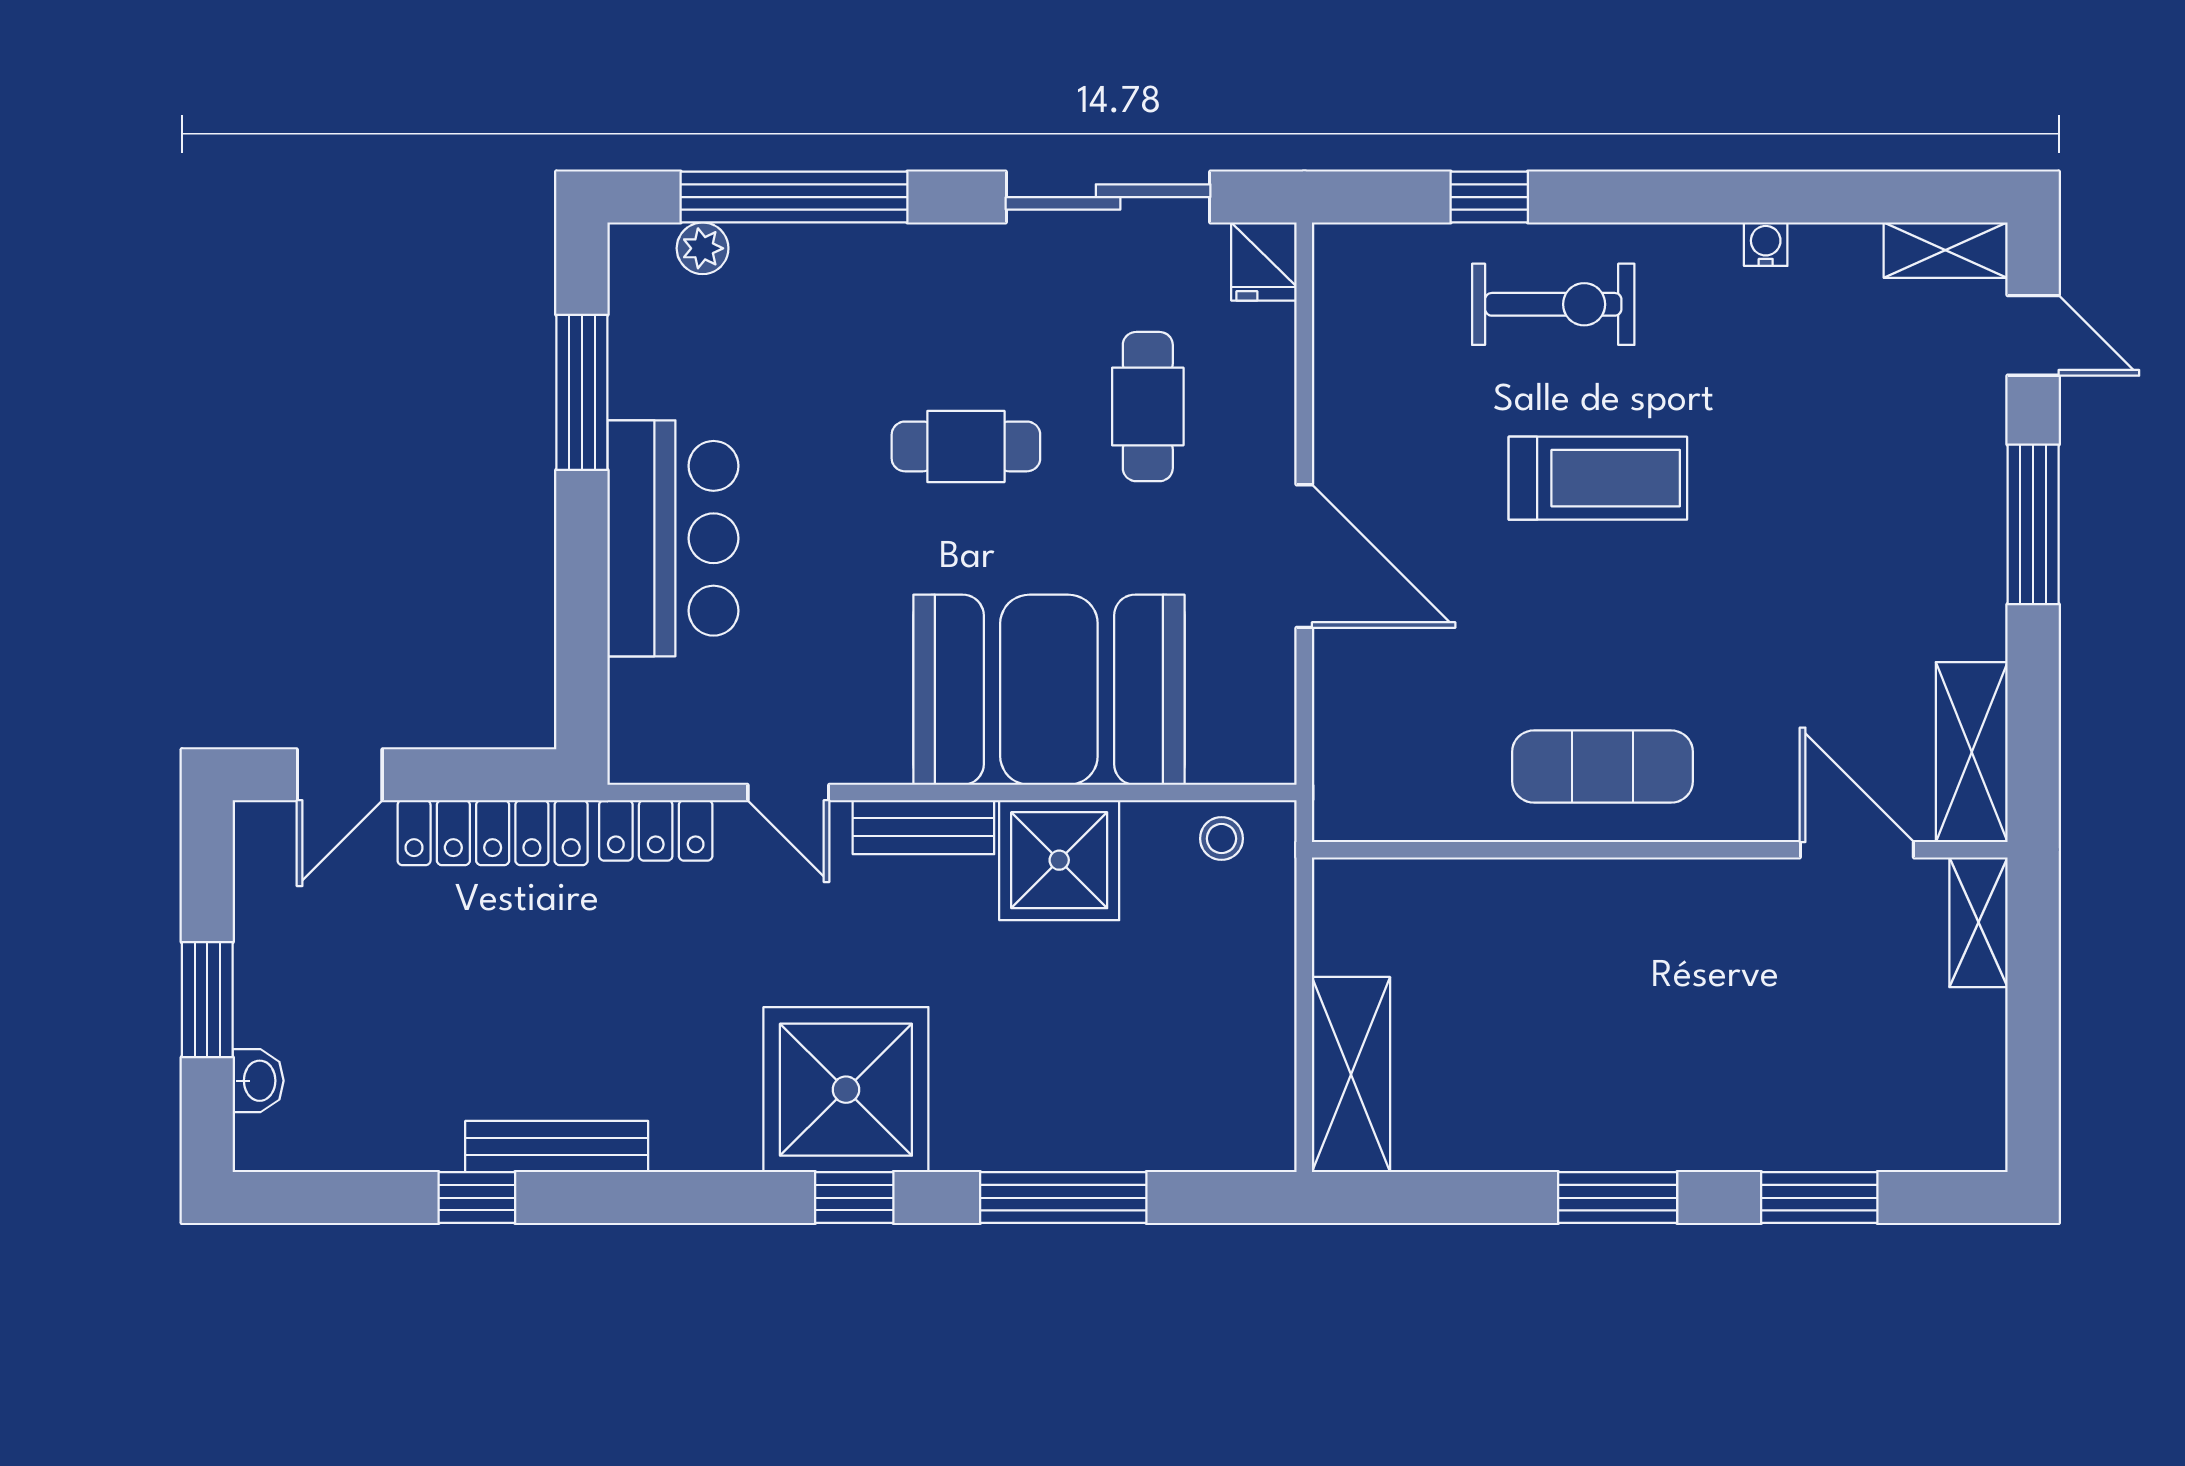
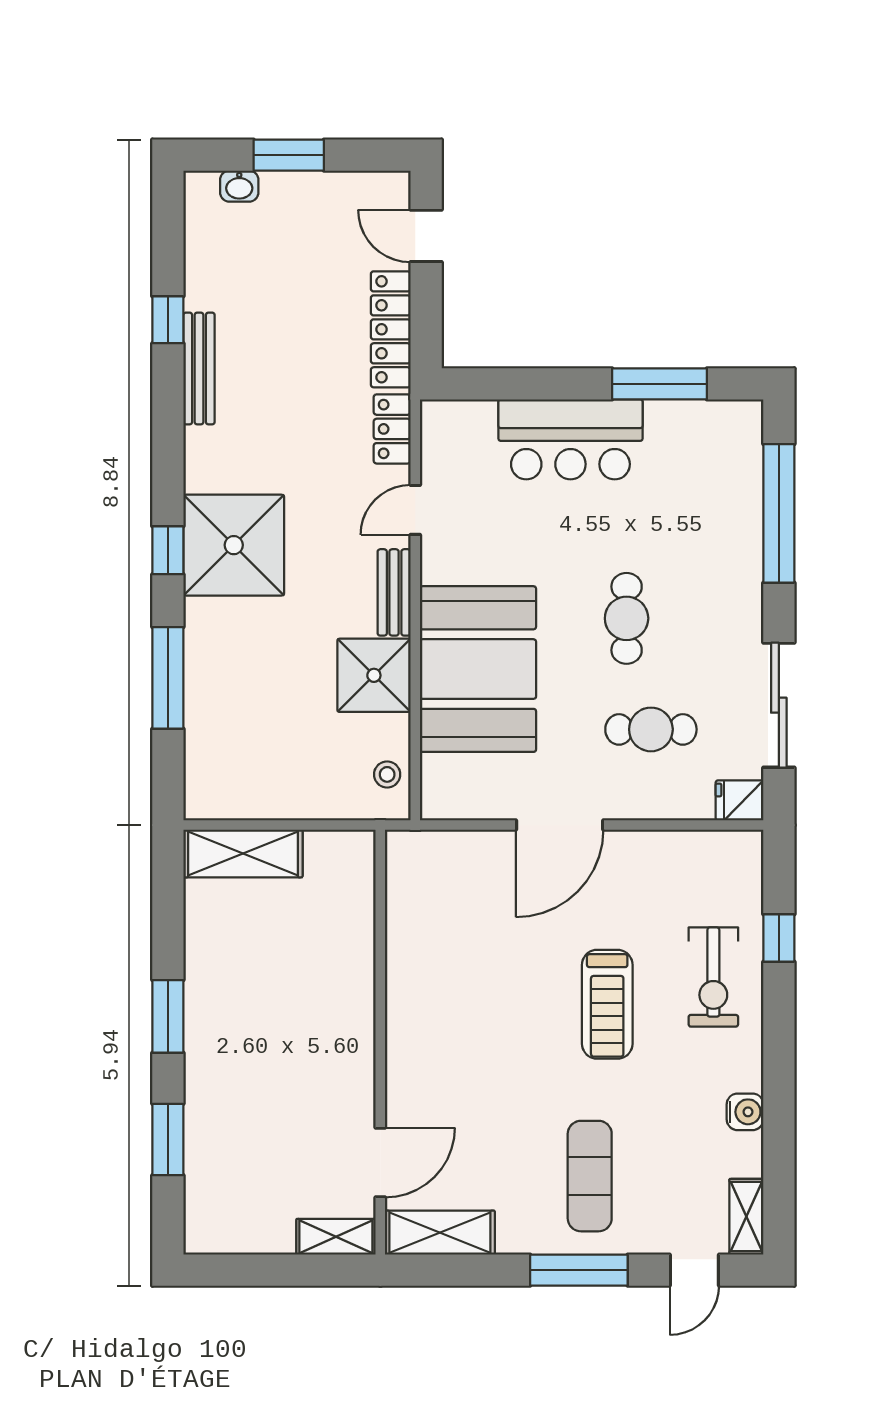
water cooler: (1766, 244) -> (745, 1112), width x1.38, depth x1.38
plant: (703, 248) -> (748, 458), removed
exercise mat: (1603, 767) -> (590, 1176), moved

